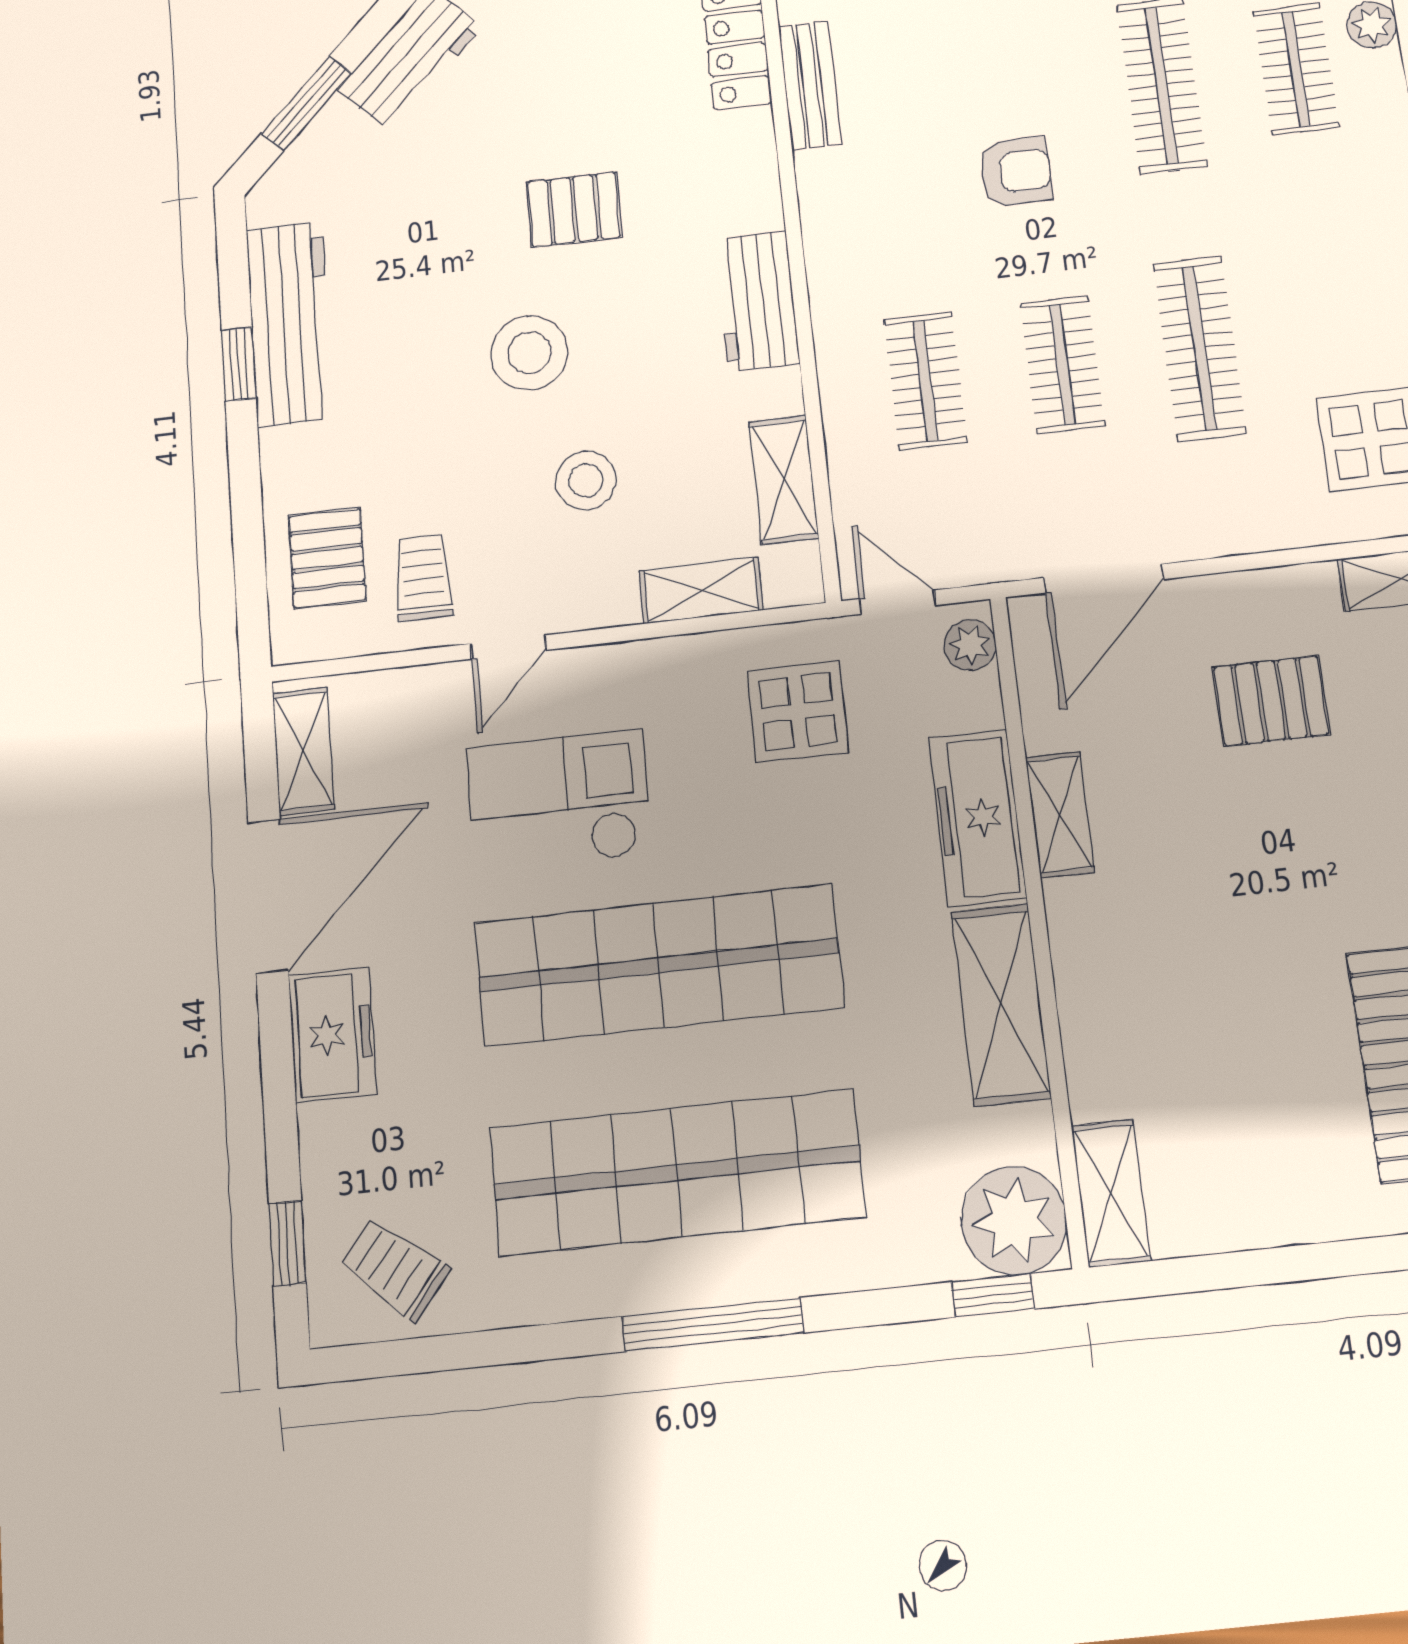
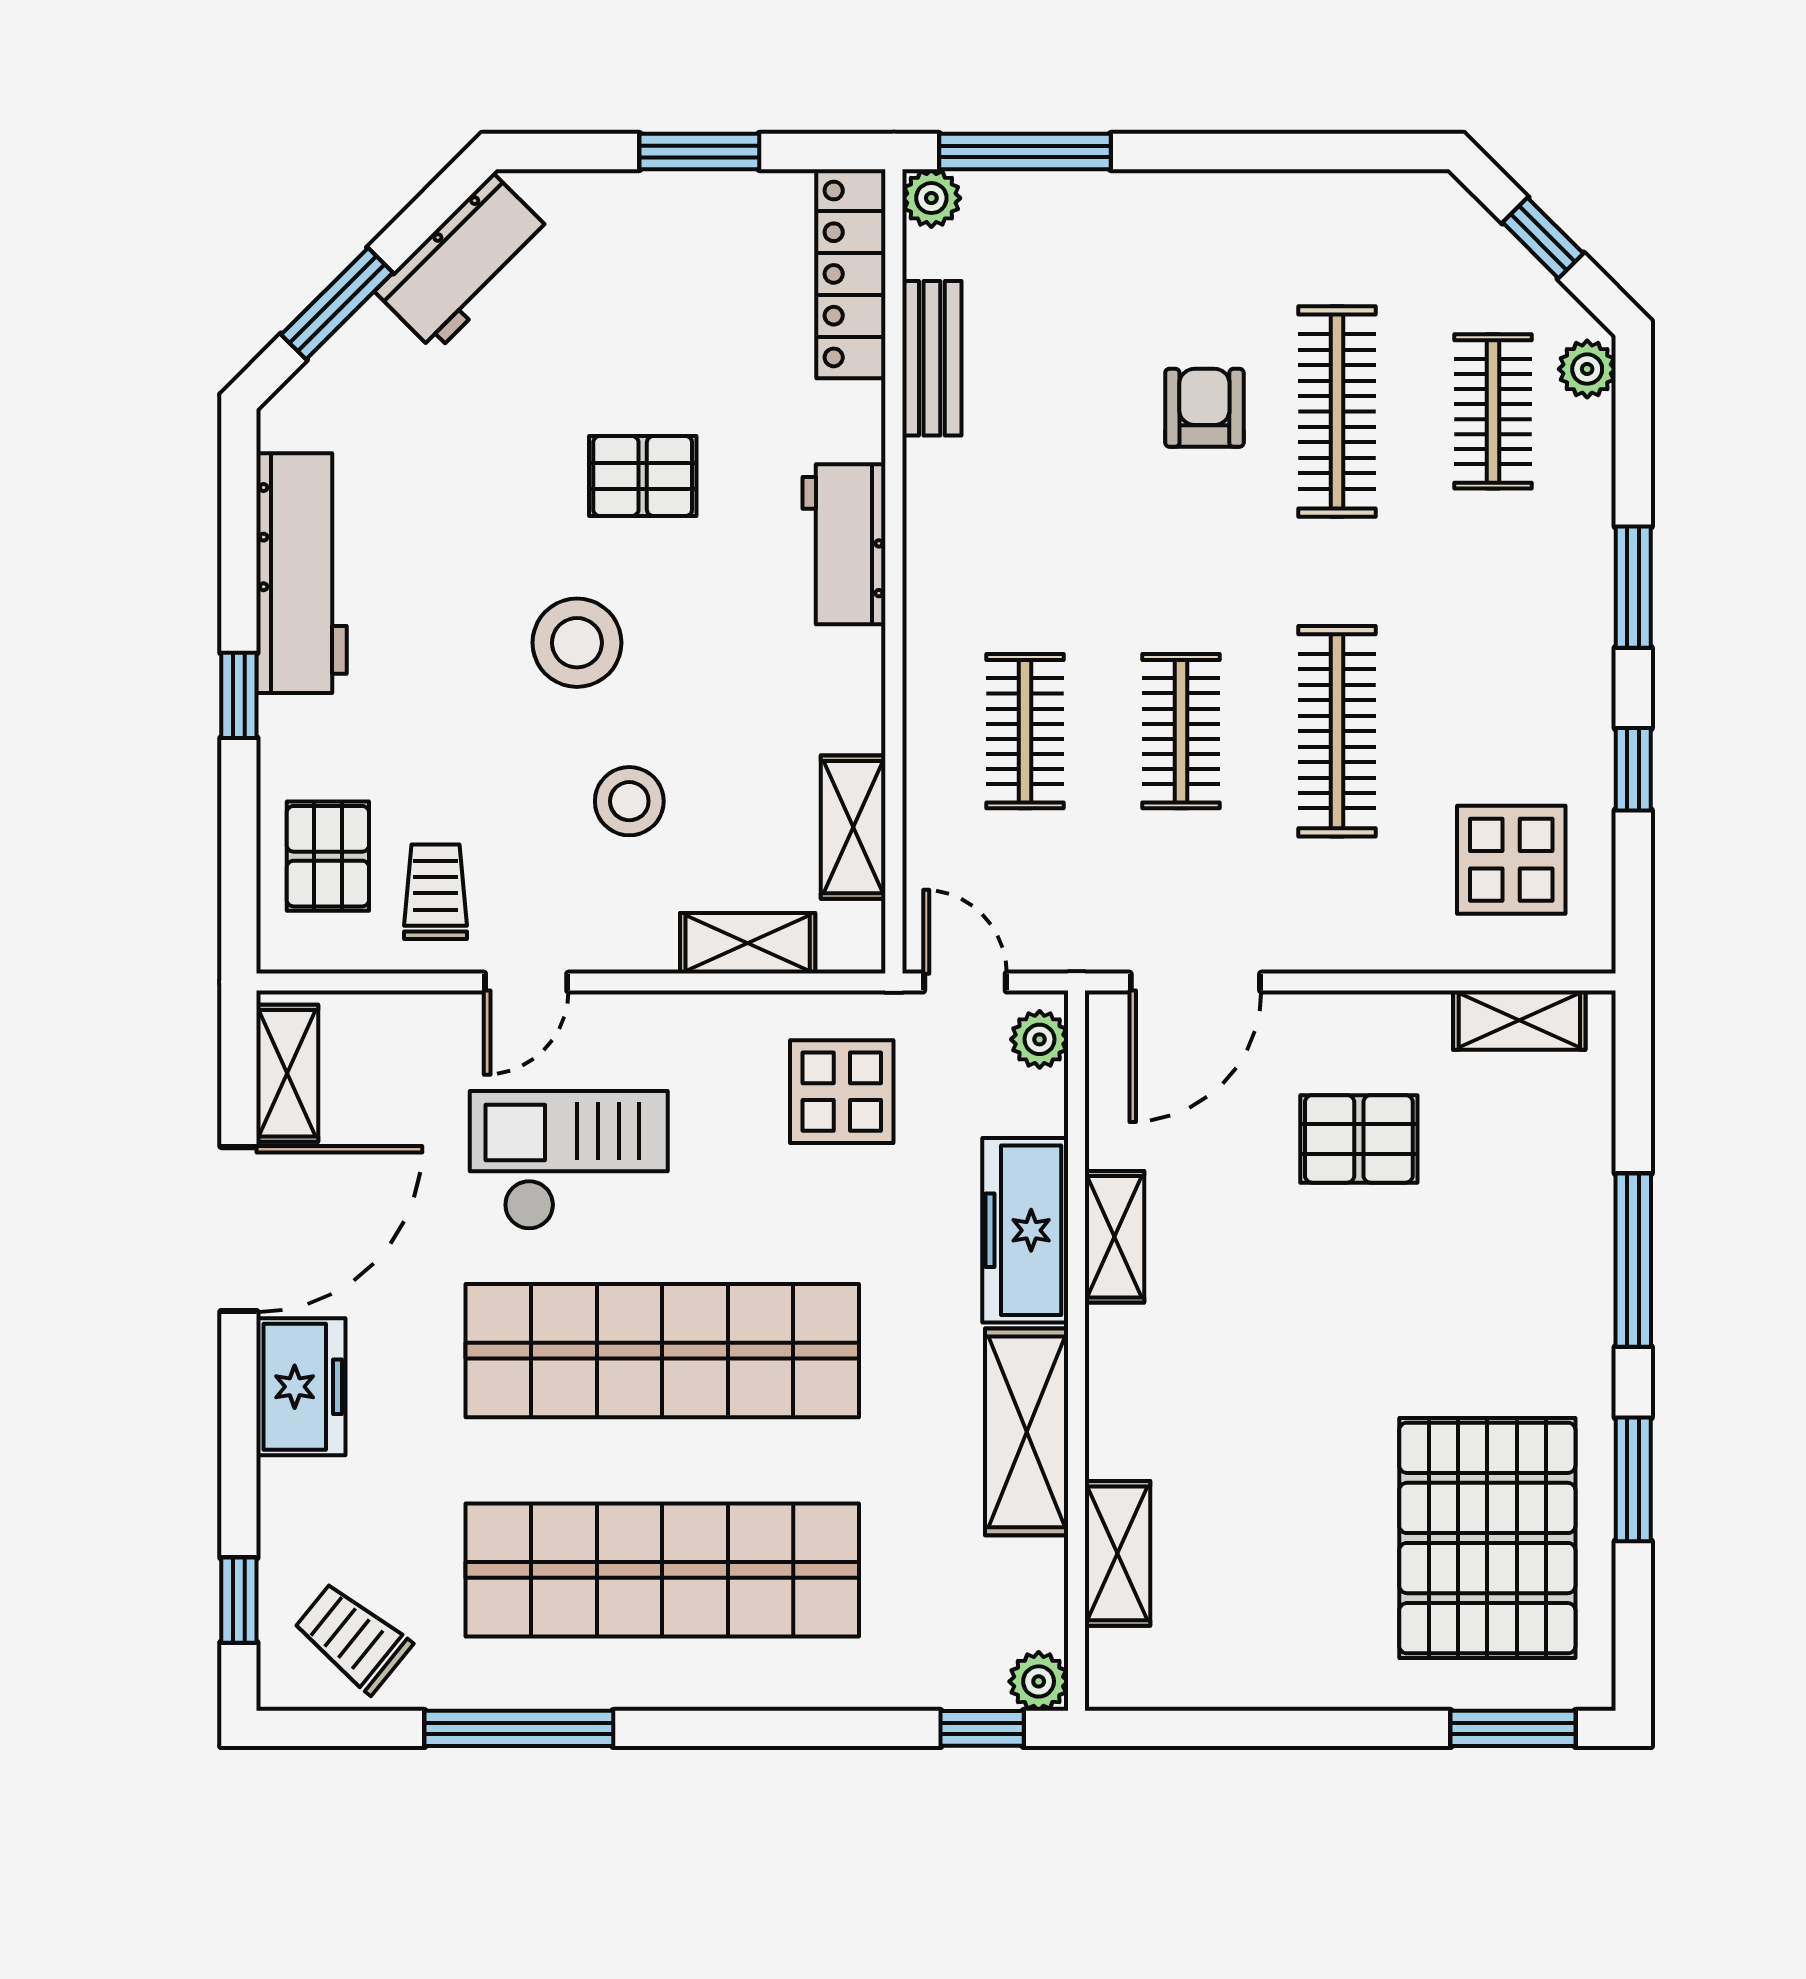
armchair: (1015, 172) -> (1204, 408), moved, turned -90
workbench: (757, 301) -> (844, 544), moved
window: (239, 364) -> (239, 695), moved
shelving: (1111, 1193) -> (1118, 1553), moved
plant: (1014, 1221) -> (1039, 1681), width x0.53, depth x0.53
window: (713, 1325) -> (519, 1728), moved

